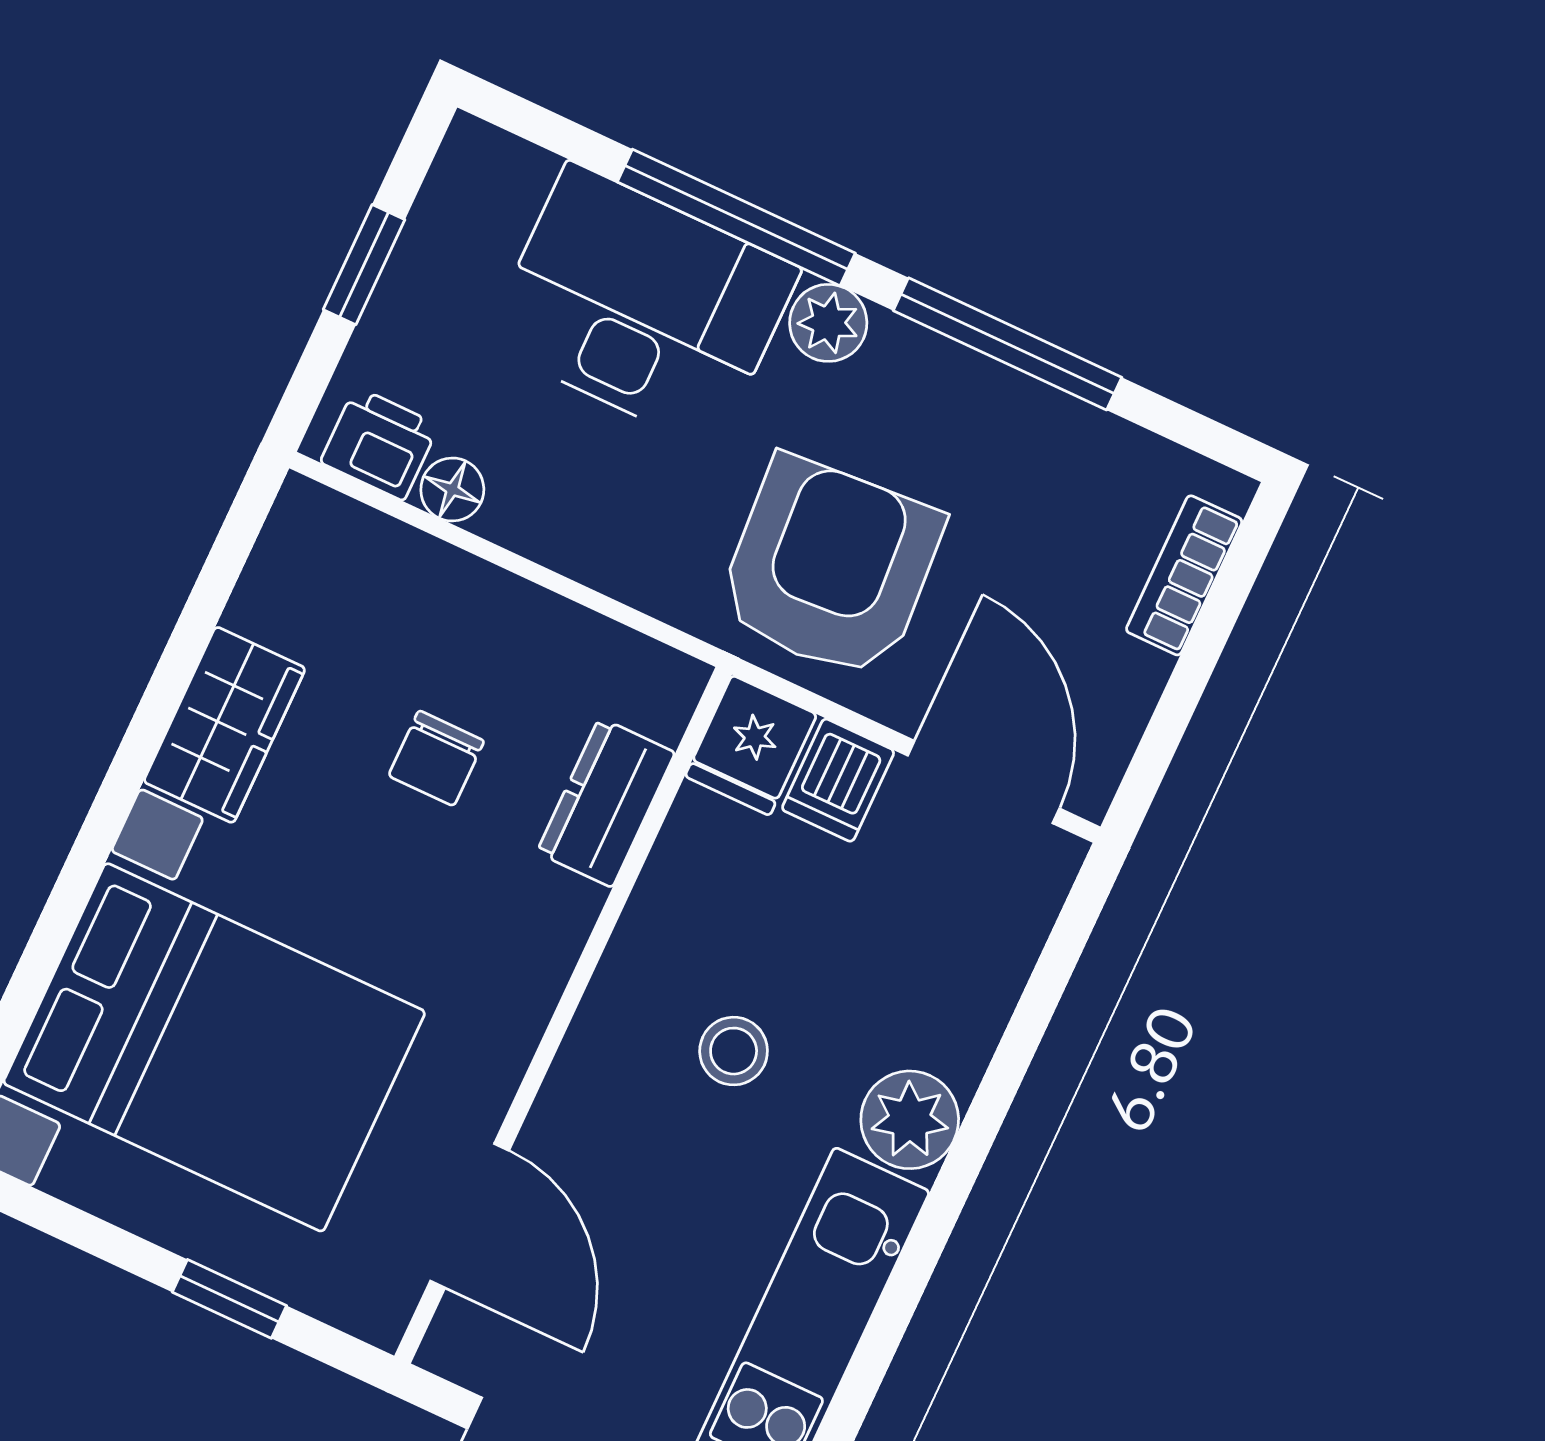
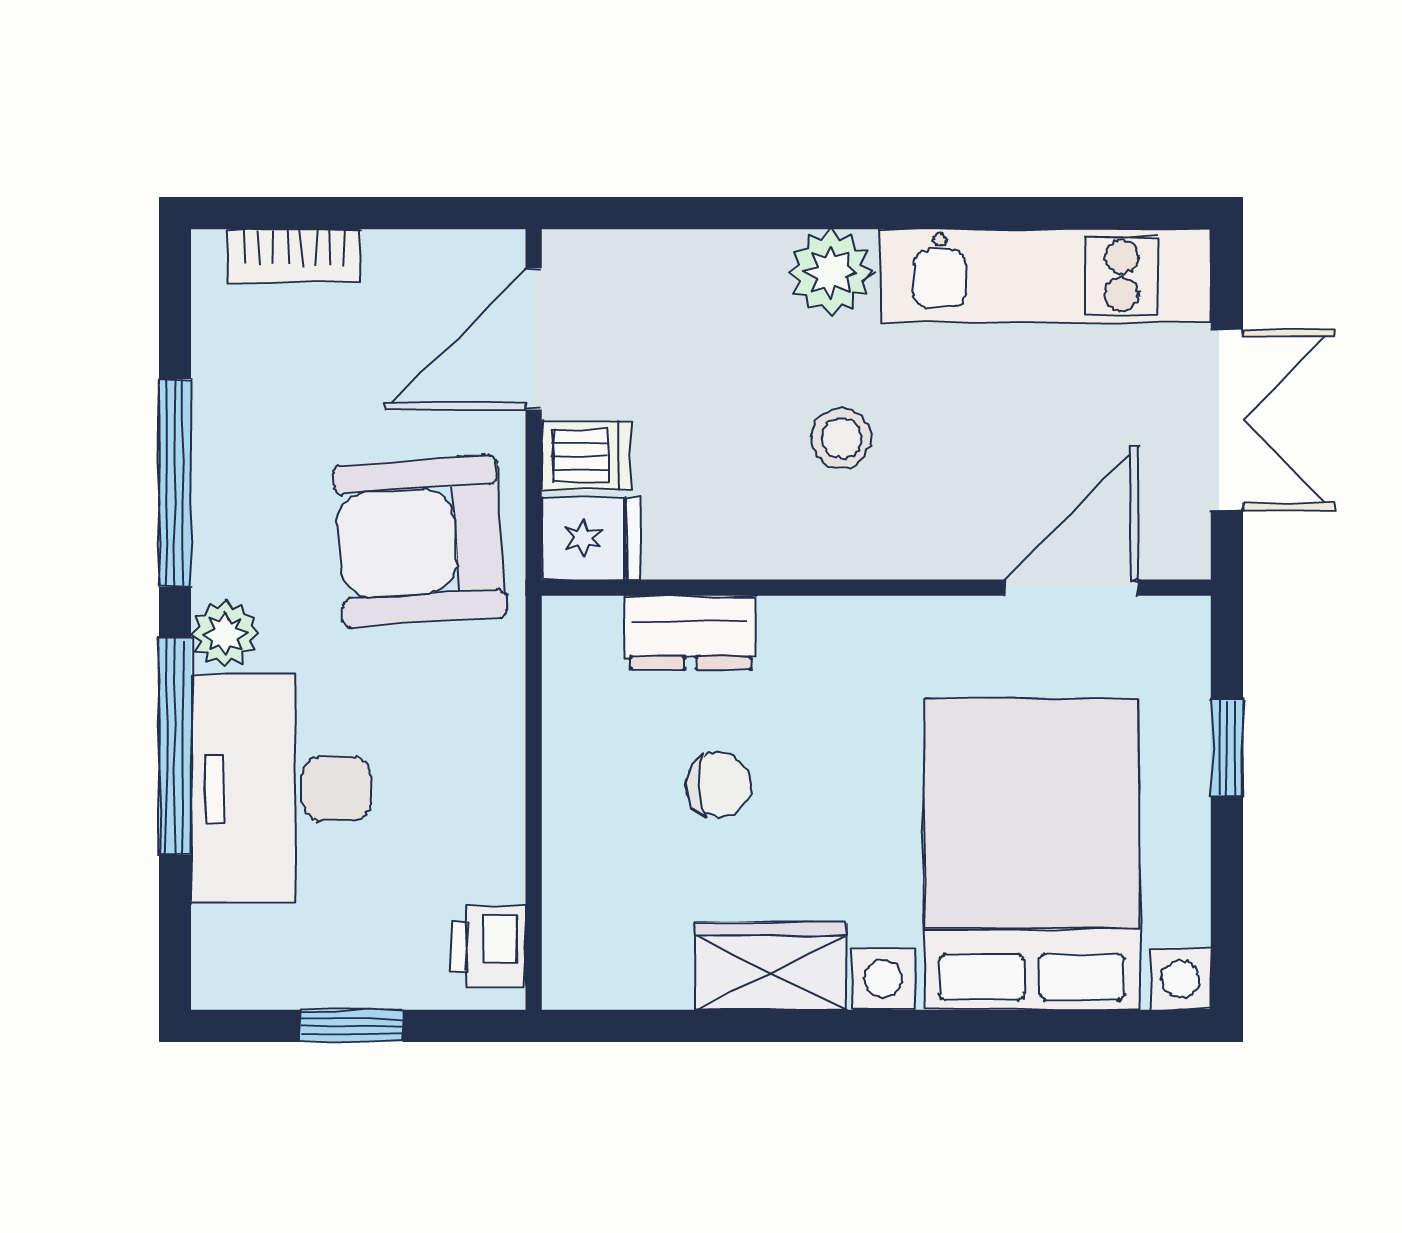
floor lamp: (452, 489) -> (498, 872), removed

